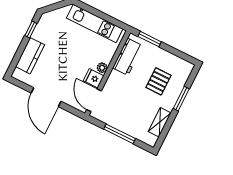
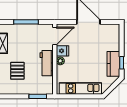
kitchen counter: (30, 56) -> (113, 64), moved
workbench: (128, 57) -> (47, 63), moved
door: (94, 100) -> (55, 36), hinge flipped

